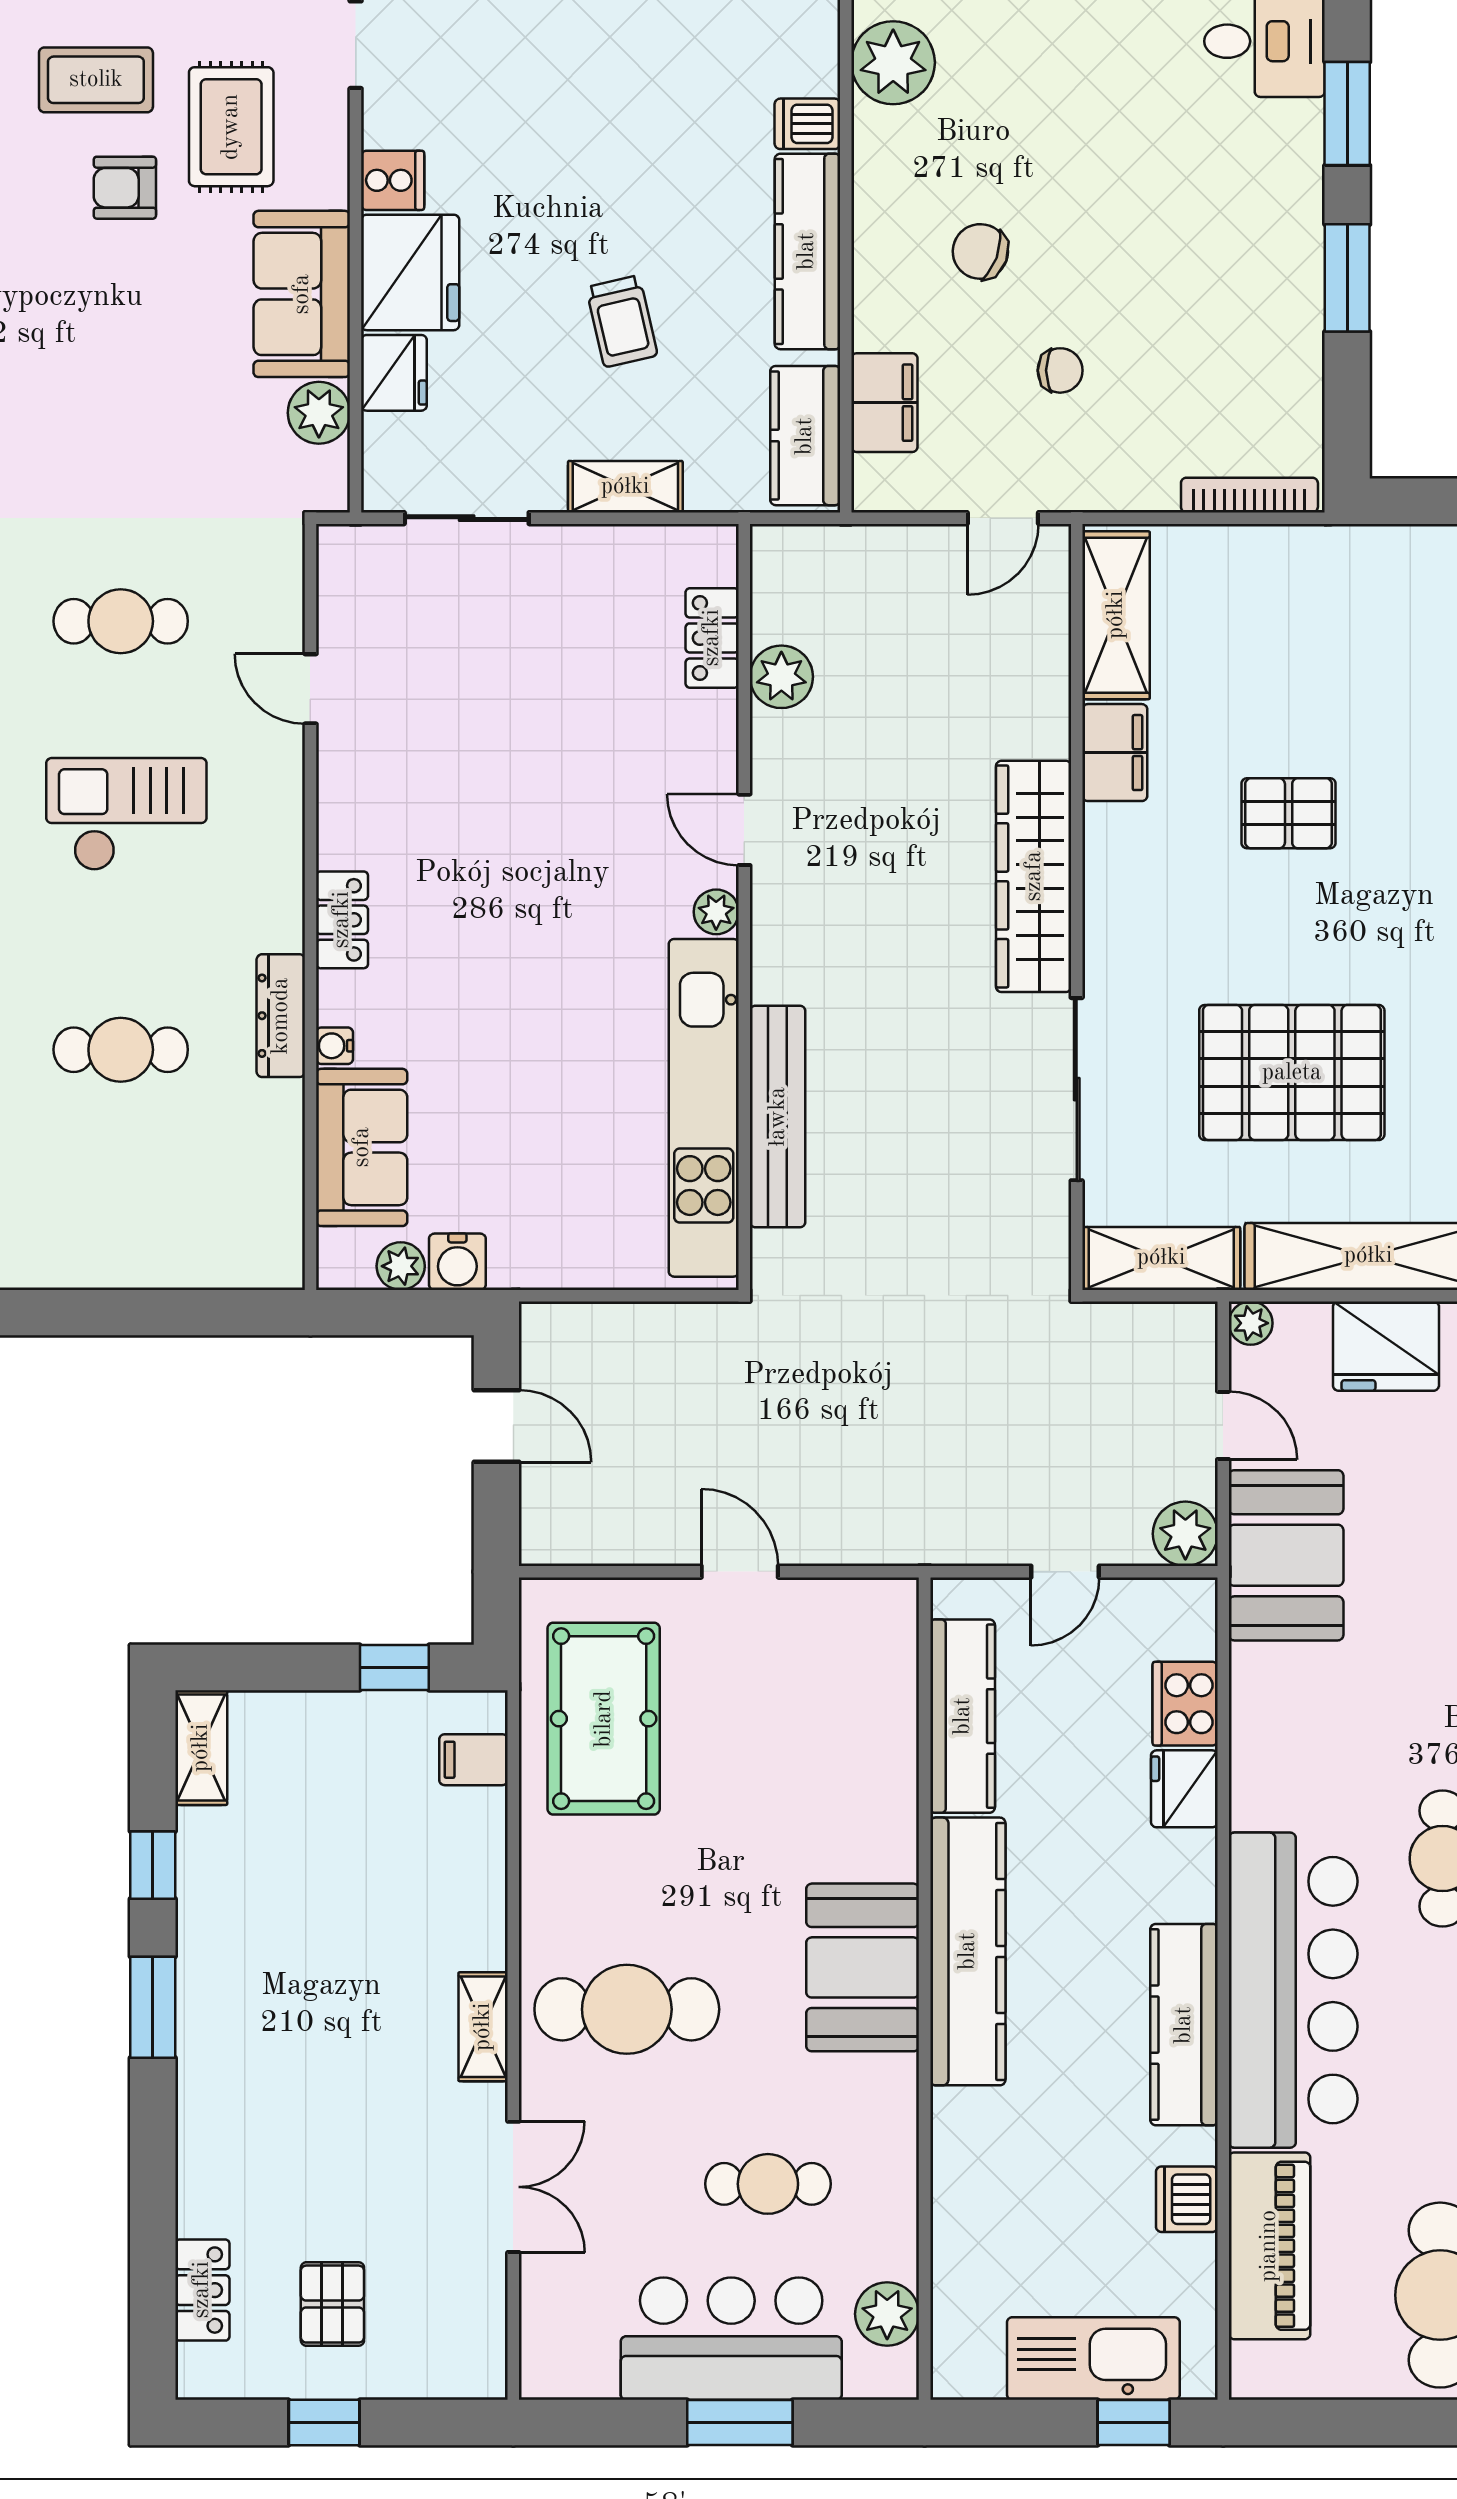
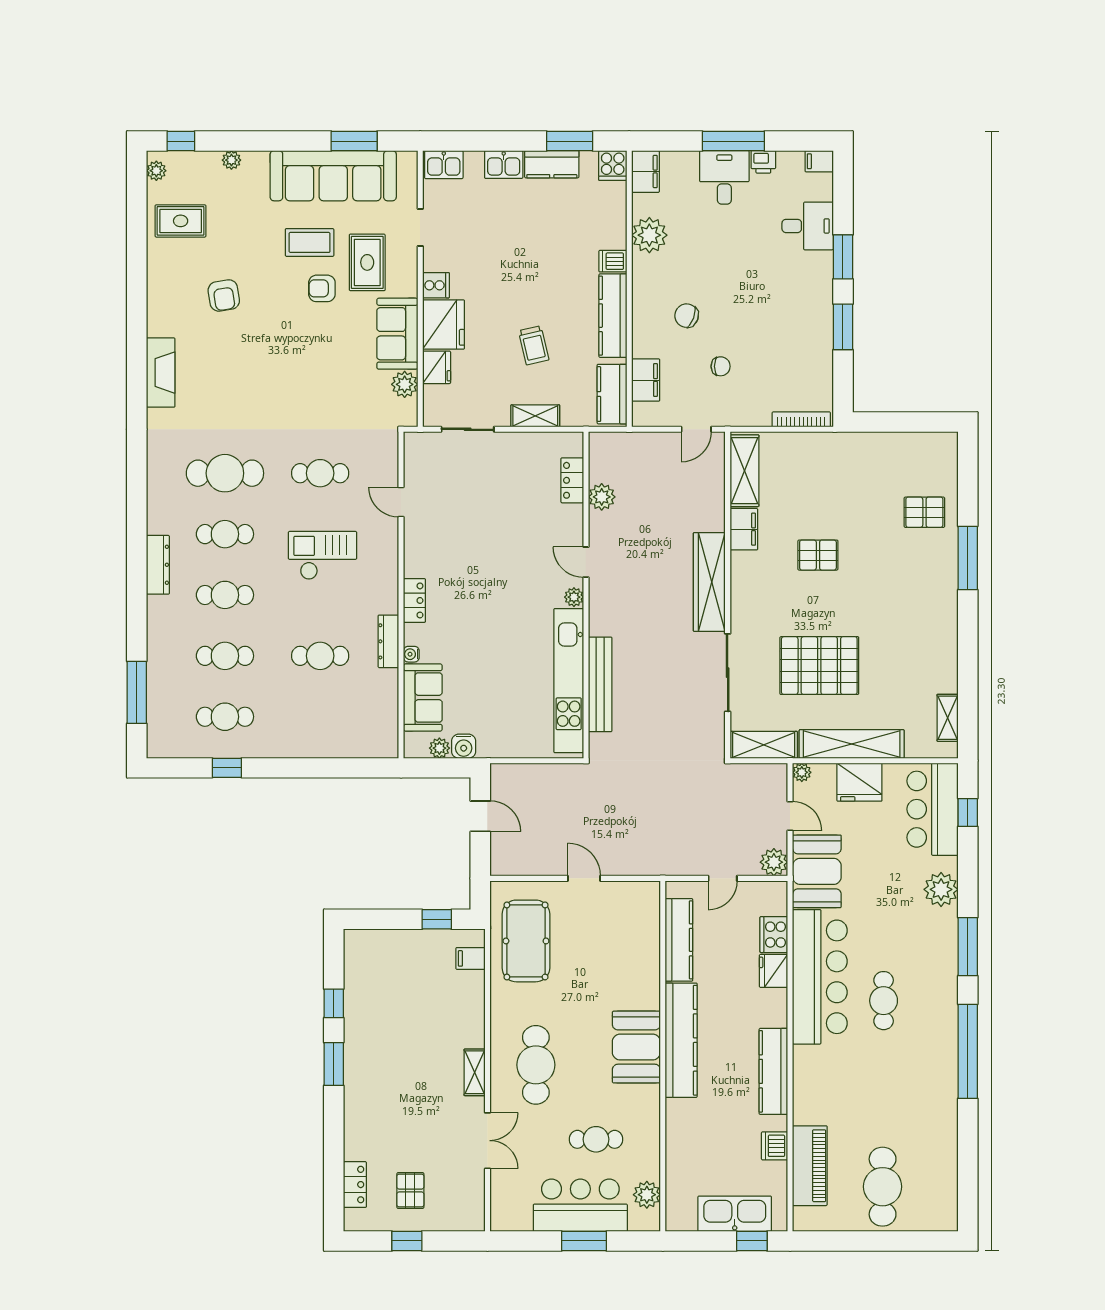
shelving: (201, 1748) -> (354, 953), removed
bar counter: (1293, 1990) -> (820, 977), moved
cafe table: (627, 2009) -> (536, 1065), turned 90

